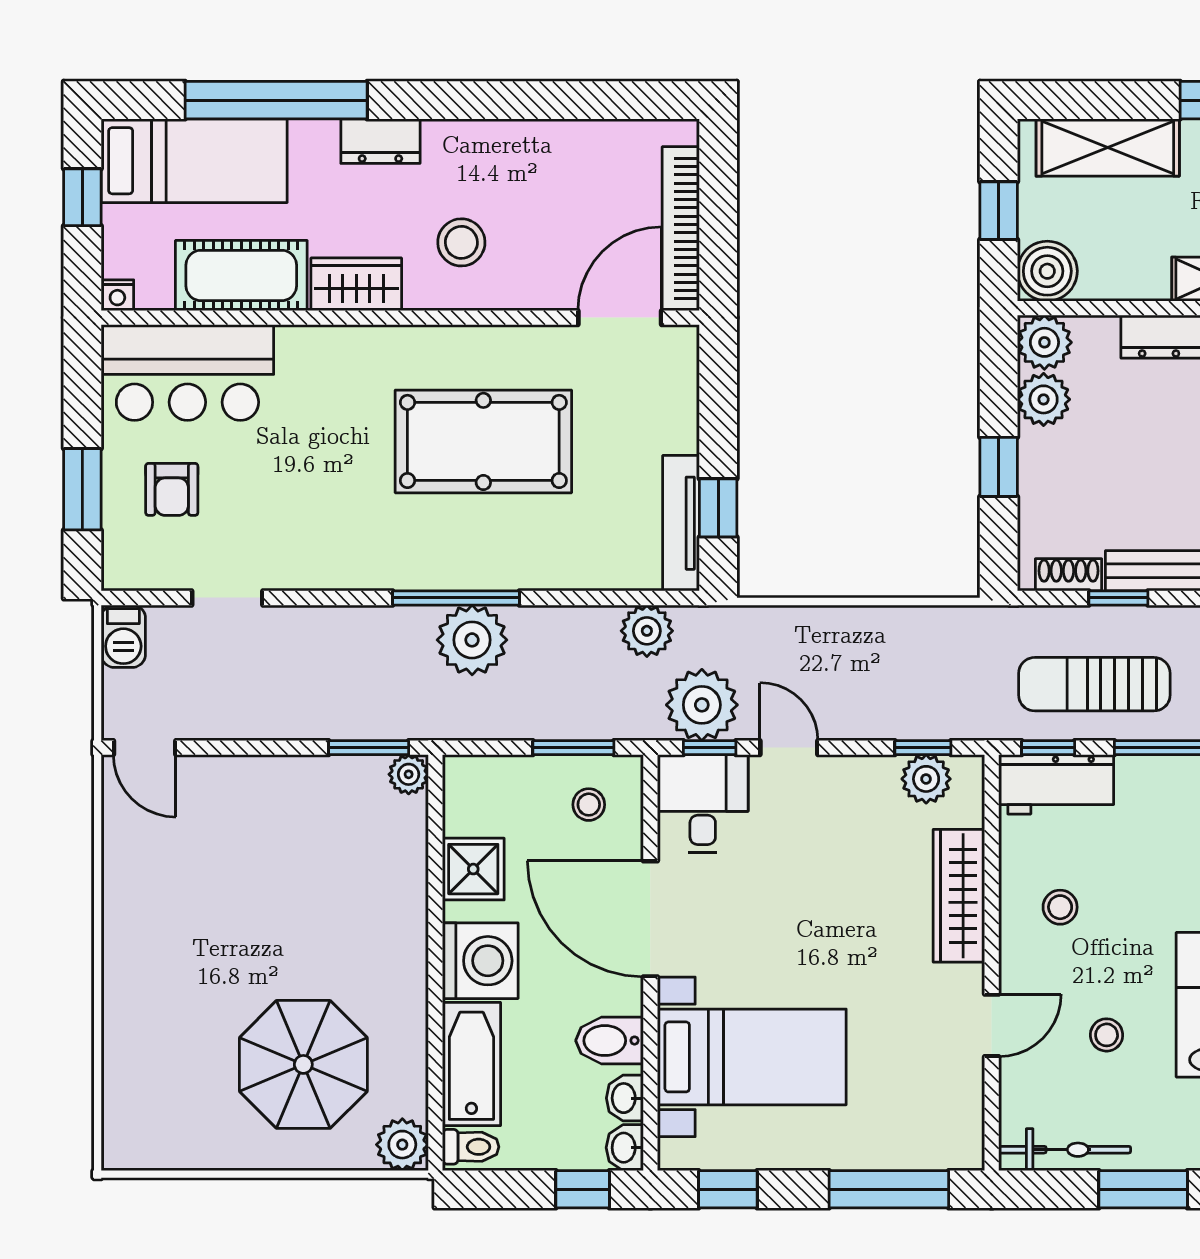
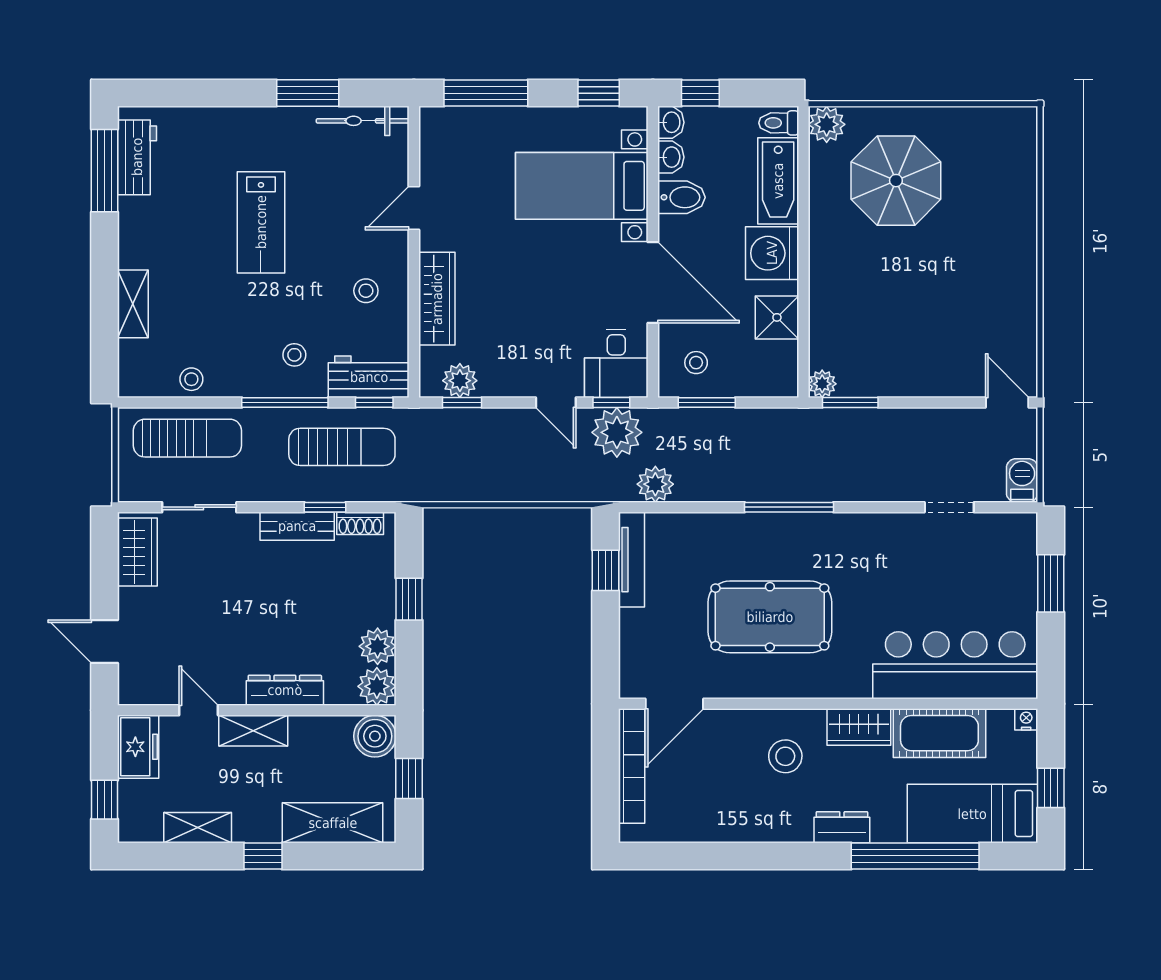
bar counter: (187, 372) -> (955, 665), width x1.36
armchair: (172, 489) -> (988, 583), removed
plant: (472, 640) -> (778, 478), removed
stool: (1107, 1035) -> (294, 355), moved

